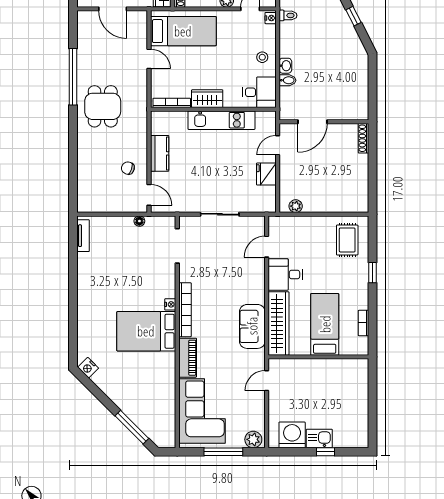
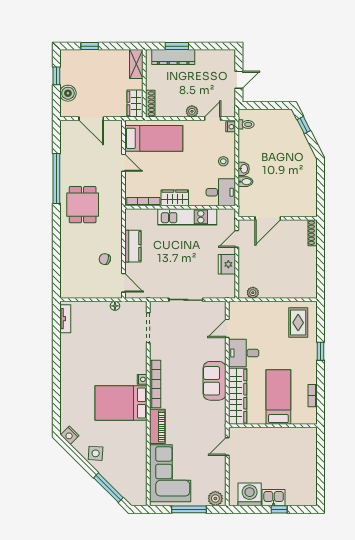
sofa: (252, 326) -> (215, 381), moved
side table: (117, 388) -> (96, 453), added

